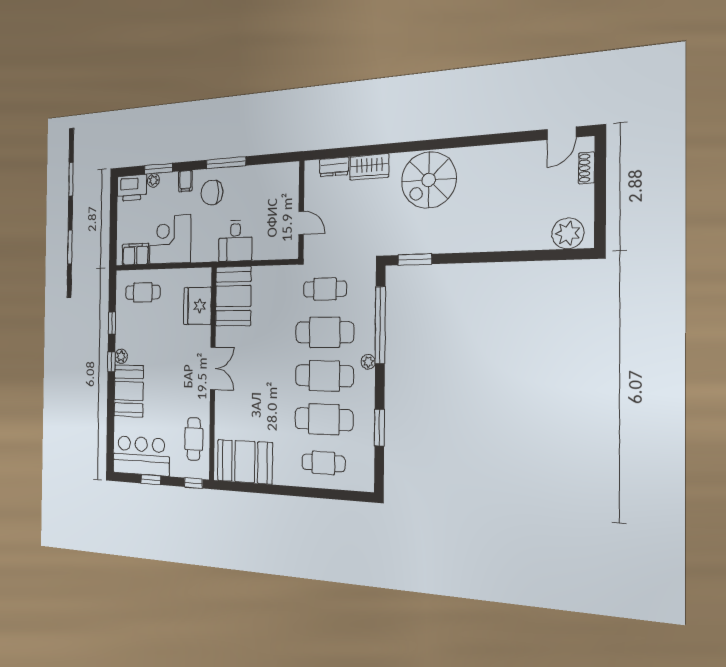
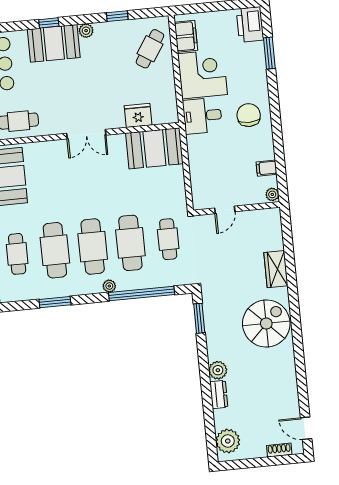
window: (226, 163) -> (277, 127), removed
dresser: (334, 167) -> (219, 395), moved, turned 180
plant: (153, 180) -> (272, 194), moved
spiral stairs: (429, 180) -> (266, 323), turned 90
filing cabinet: (185, 181) -> (267, 168), moved
desk: (235, 241) -> (202, 116), moved
plant: (478, 241) -> (218, 370), added
cafe table: (143, 292) -> (150, 49), turned 33
fridge: (197, 306) -> (138, 115), width x0.73, depth x0.75
window: (111, 362) -> (49, 23), moved

